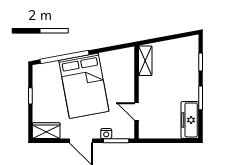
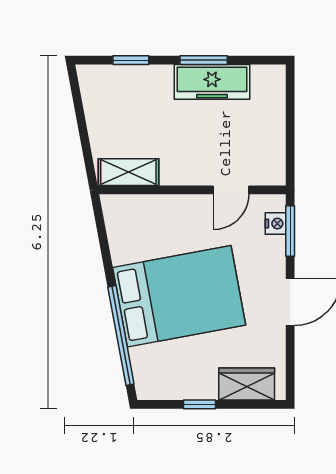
freezer: (190, 120) -> (212, 82), moved
wardrobe: (46, 131) -> (247, 384), moved, turned 90
nightstand: (106, 134) -> (276, 224), moved

